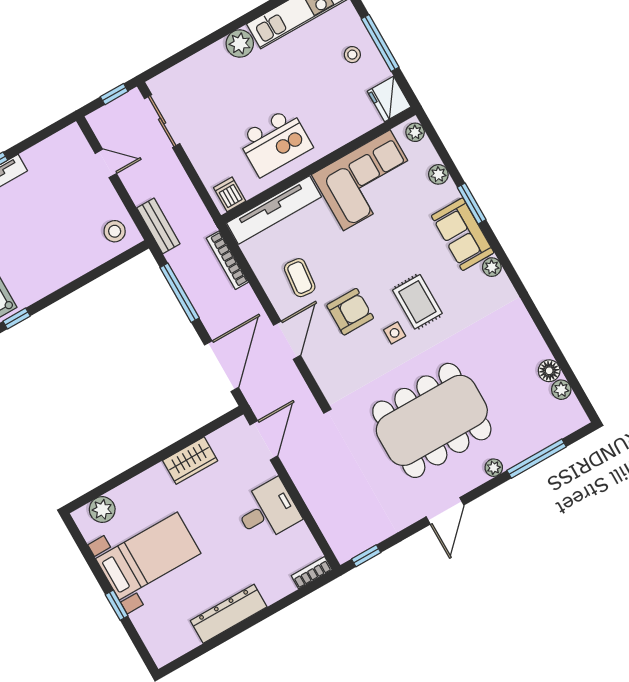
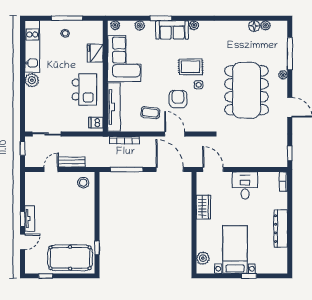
fridge: (389, 99) -> (95, 53), moved, turned 90
bench: (158, 226) -> (72, 162), moved

